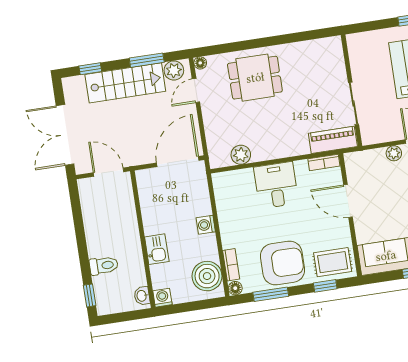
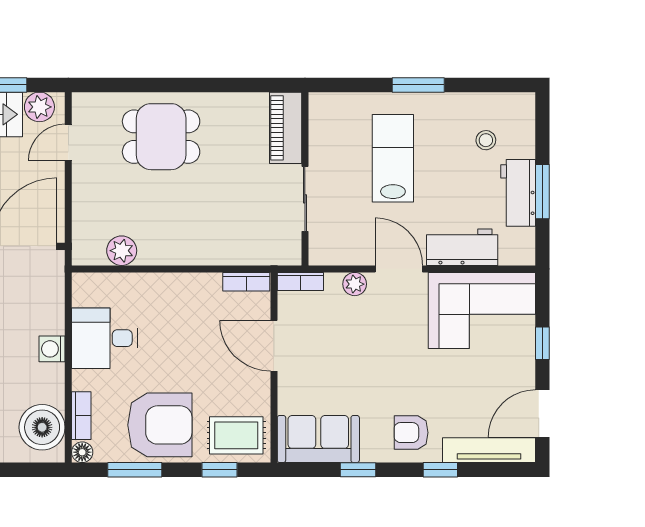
floor lamp: (200, 63) -> (81, 102), removed
piano: (333, 140) -> (286, 128), moved, turned -90
bookcase: (359, 157) -> (300, 282), added
desk: (276, 185) -> (105, 338), moved, turned -90

